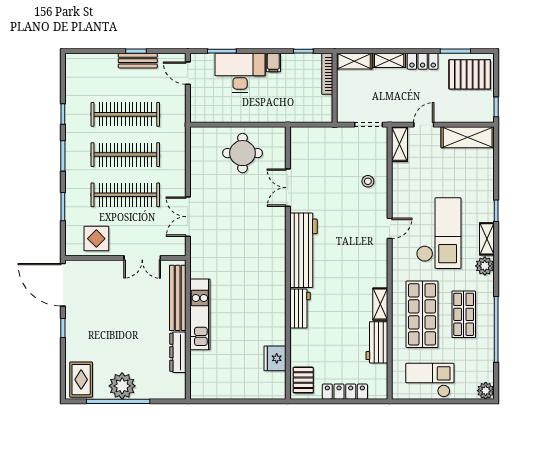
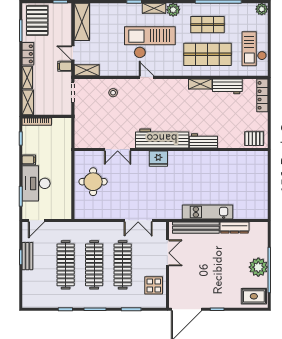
filing cabinet: (405, 113) -> (65, 66), added
fridge: (275, 358) -> (158, 159), moved
locker: (345, 392) -> (262, 95), moved

